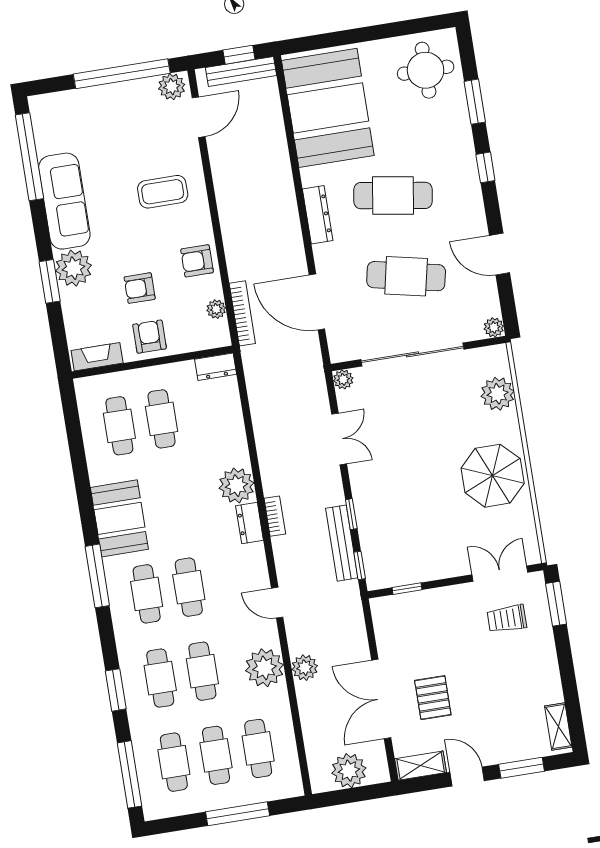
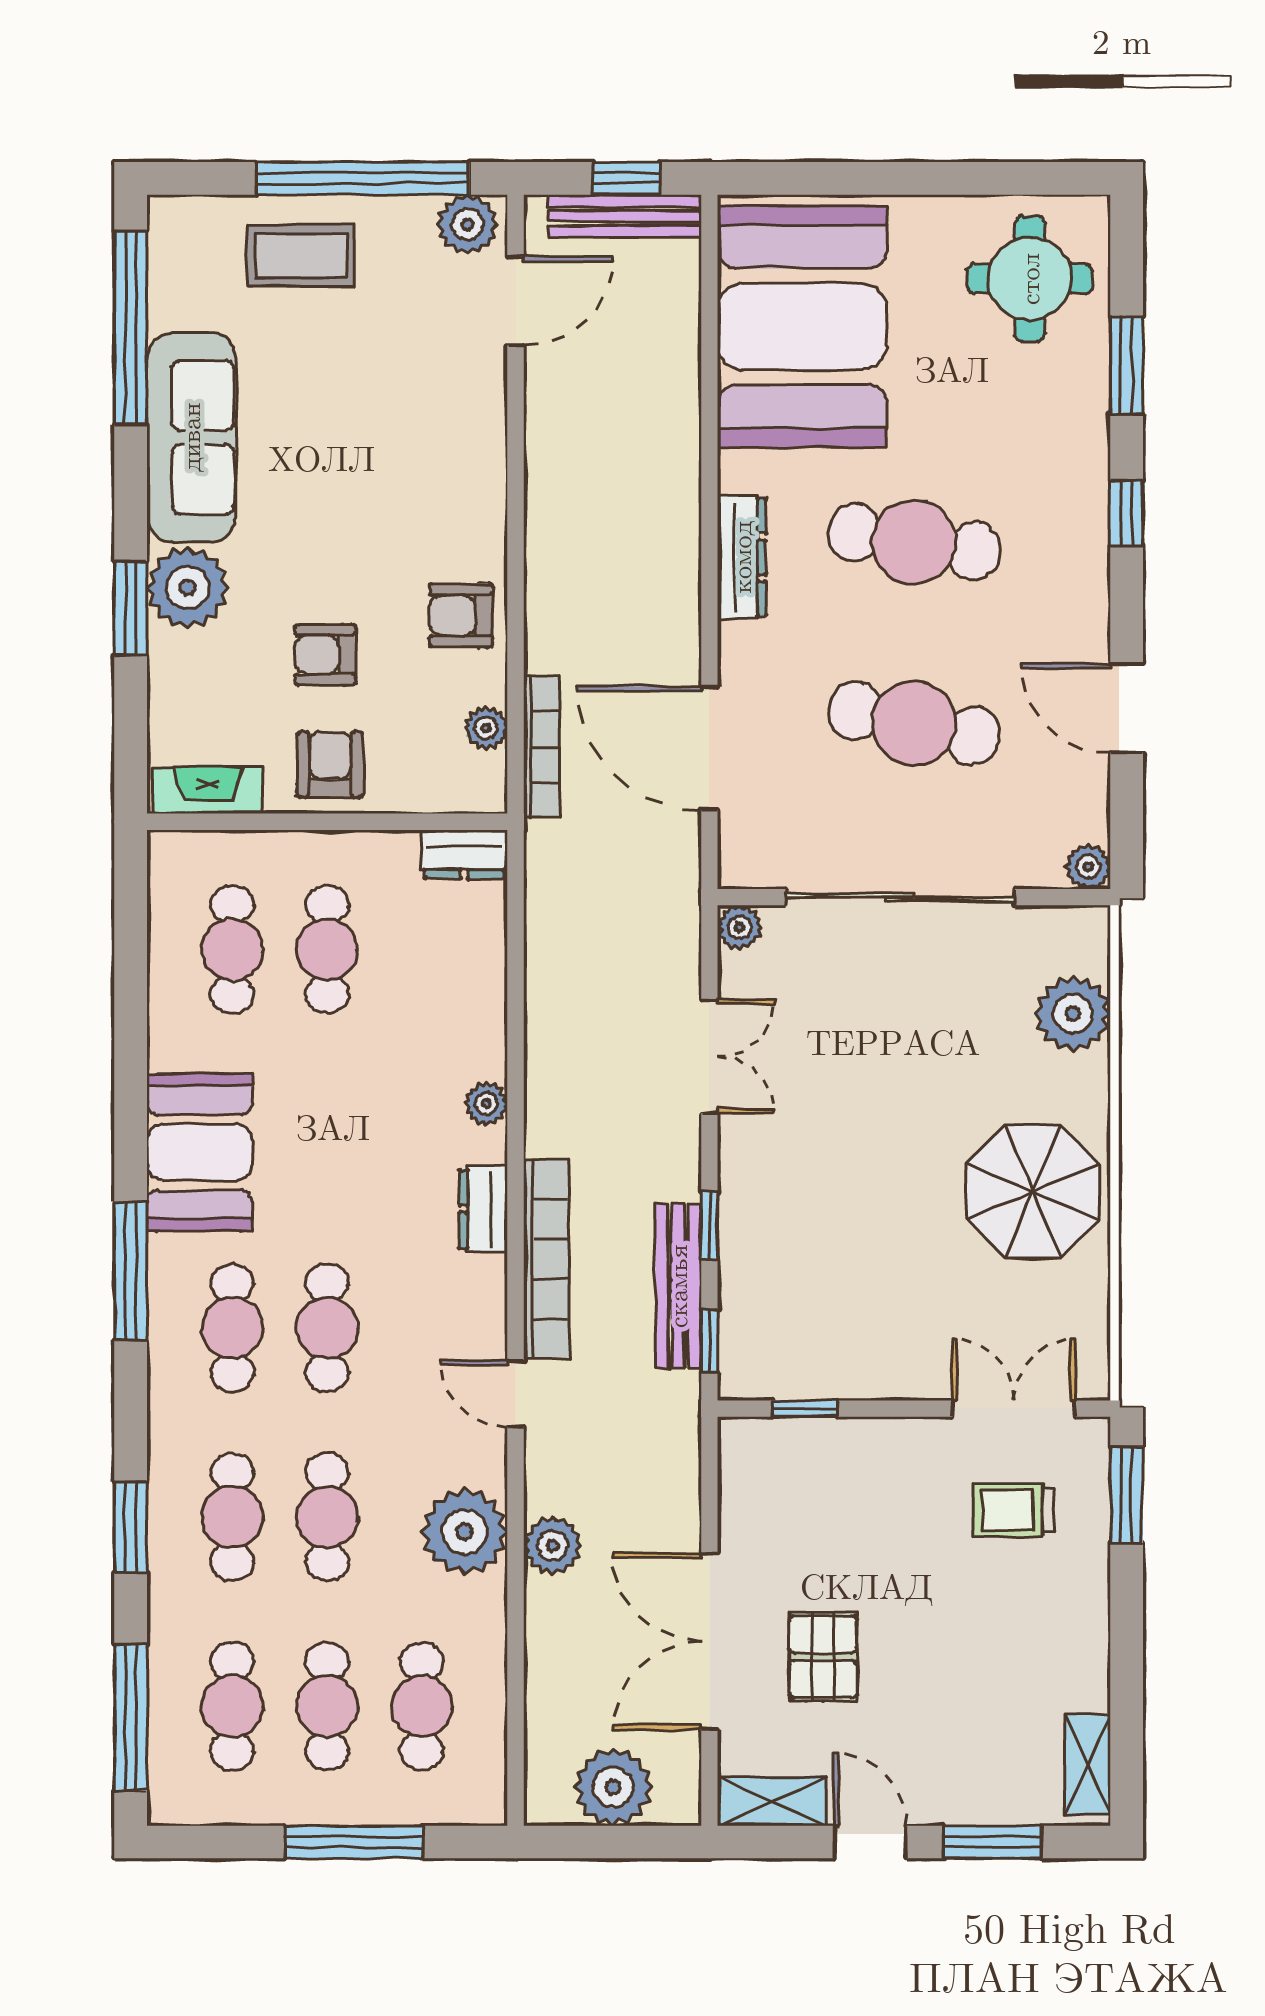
coffee table: (163, 192) -> (301, 256), moved
plant: (237, 486) -> (486, 1104), width x0.53, depth x0.53
bookcase: (275, 516) -> (546, 1259), width x2.31, depth x1.31

